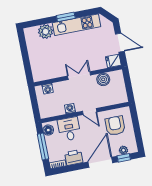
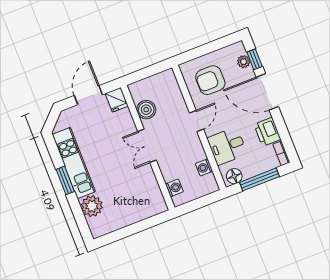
washing machine: (70, 109) -> (204, 167), moved

